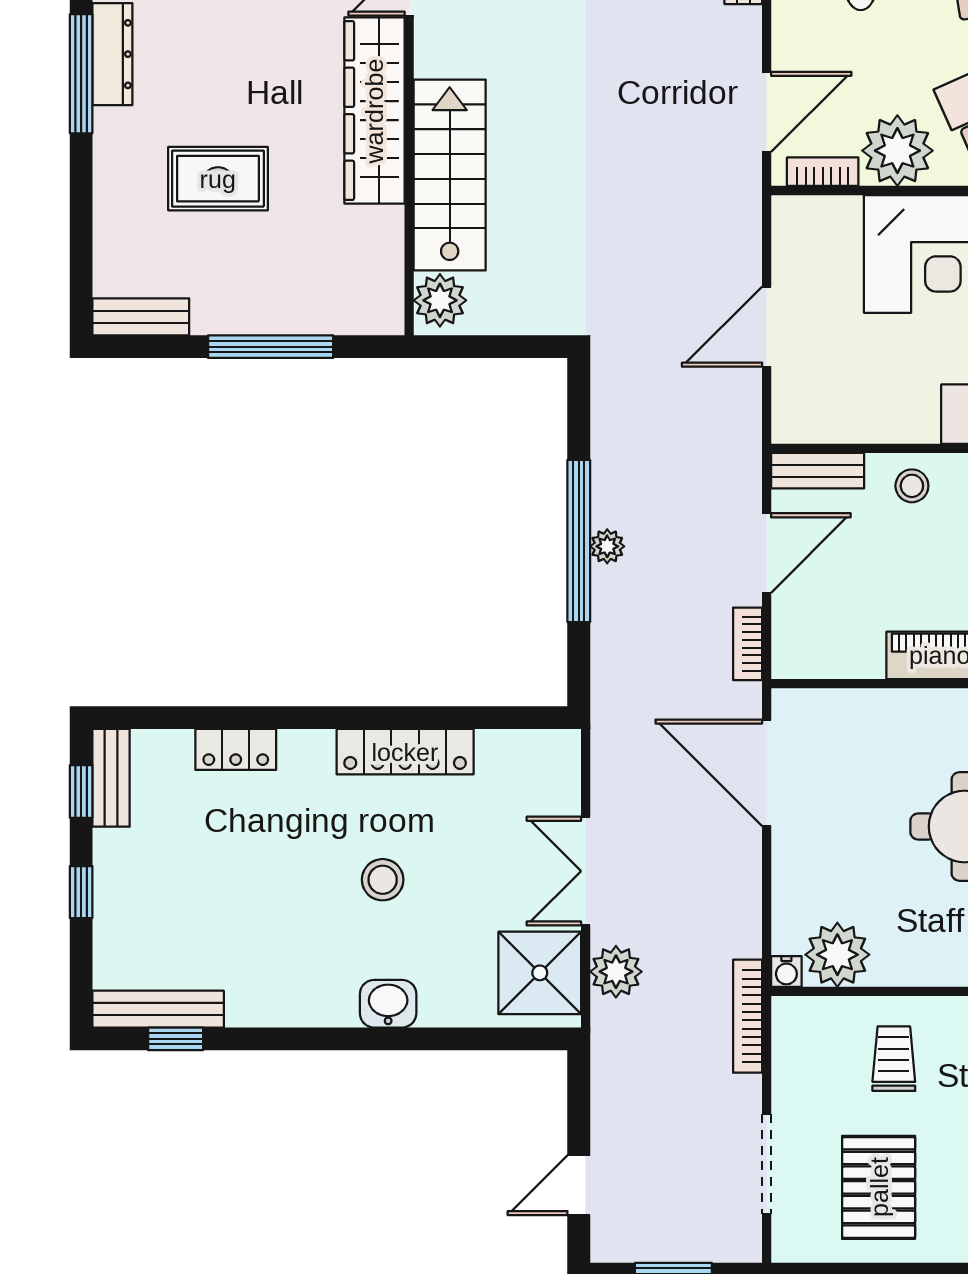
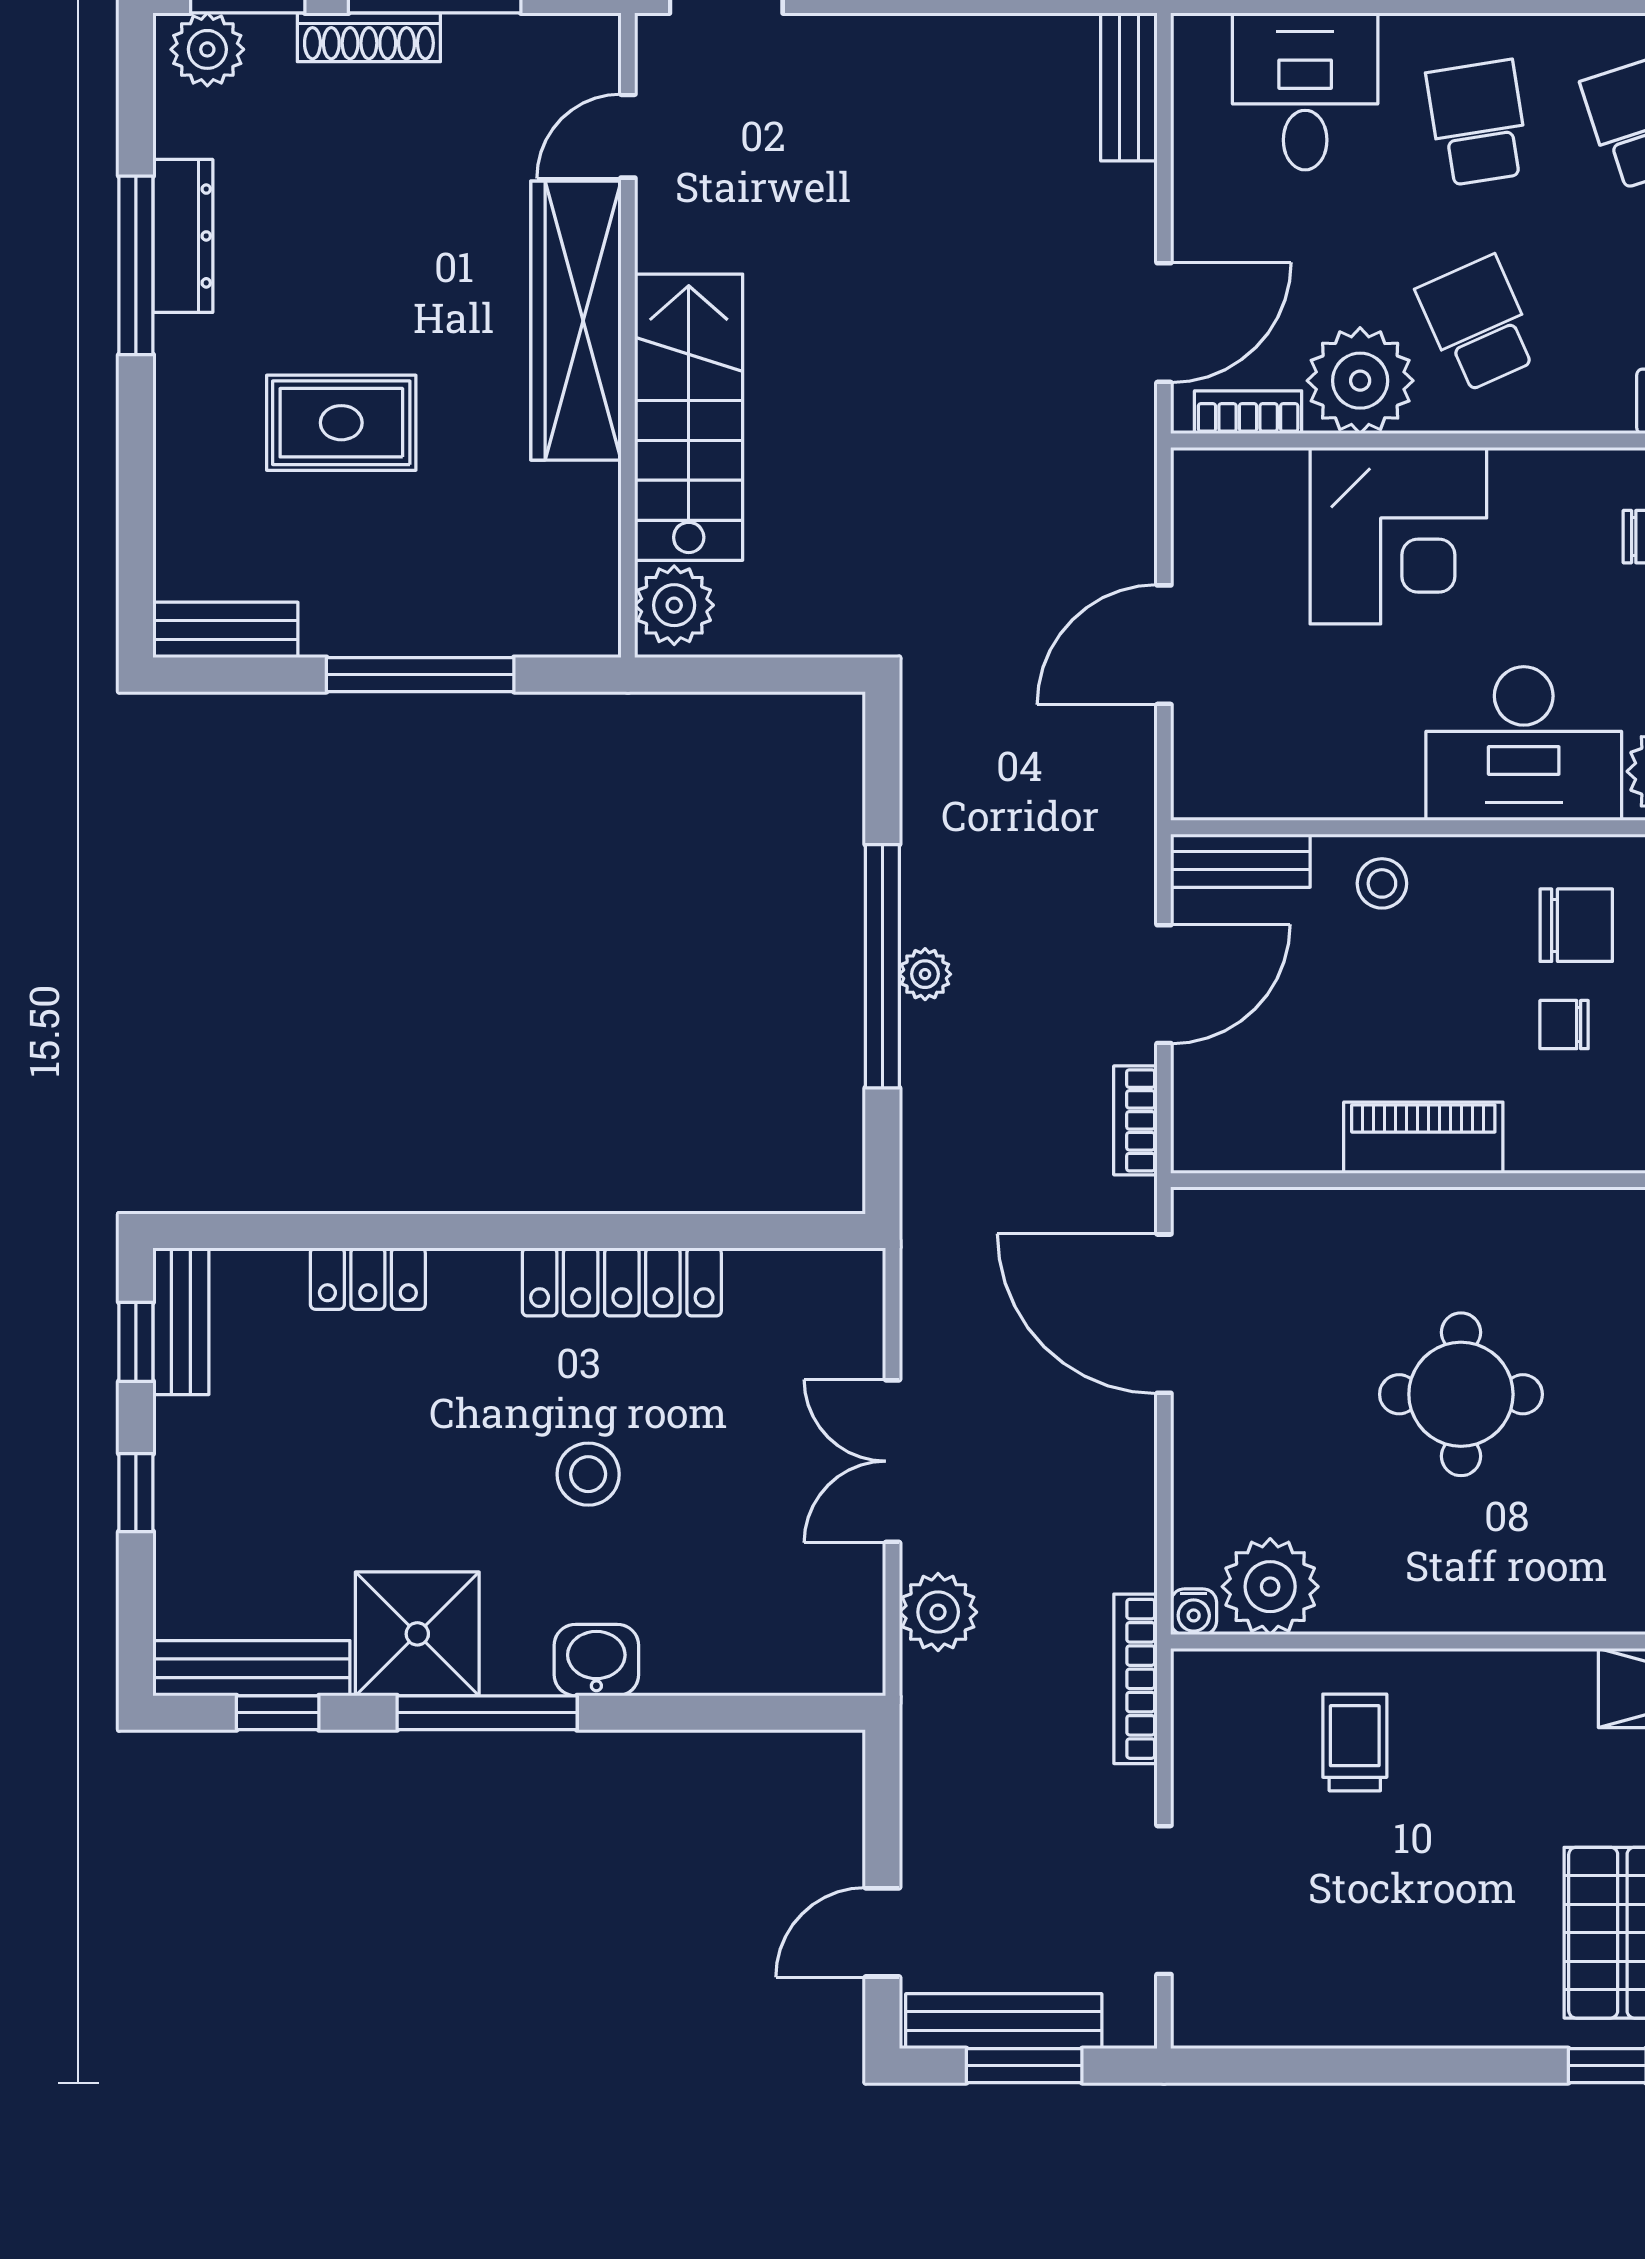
shower: (540, 973) -> (417, 1634), moved
window: (315, 1039) -> (487, 1713), added
pallet: (879, 1187) -> (1332, 1936), removed
bench: (660, 1244) -> (1004, 2021), added

